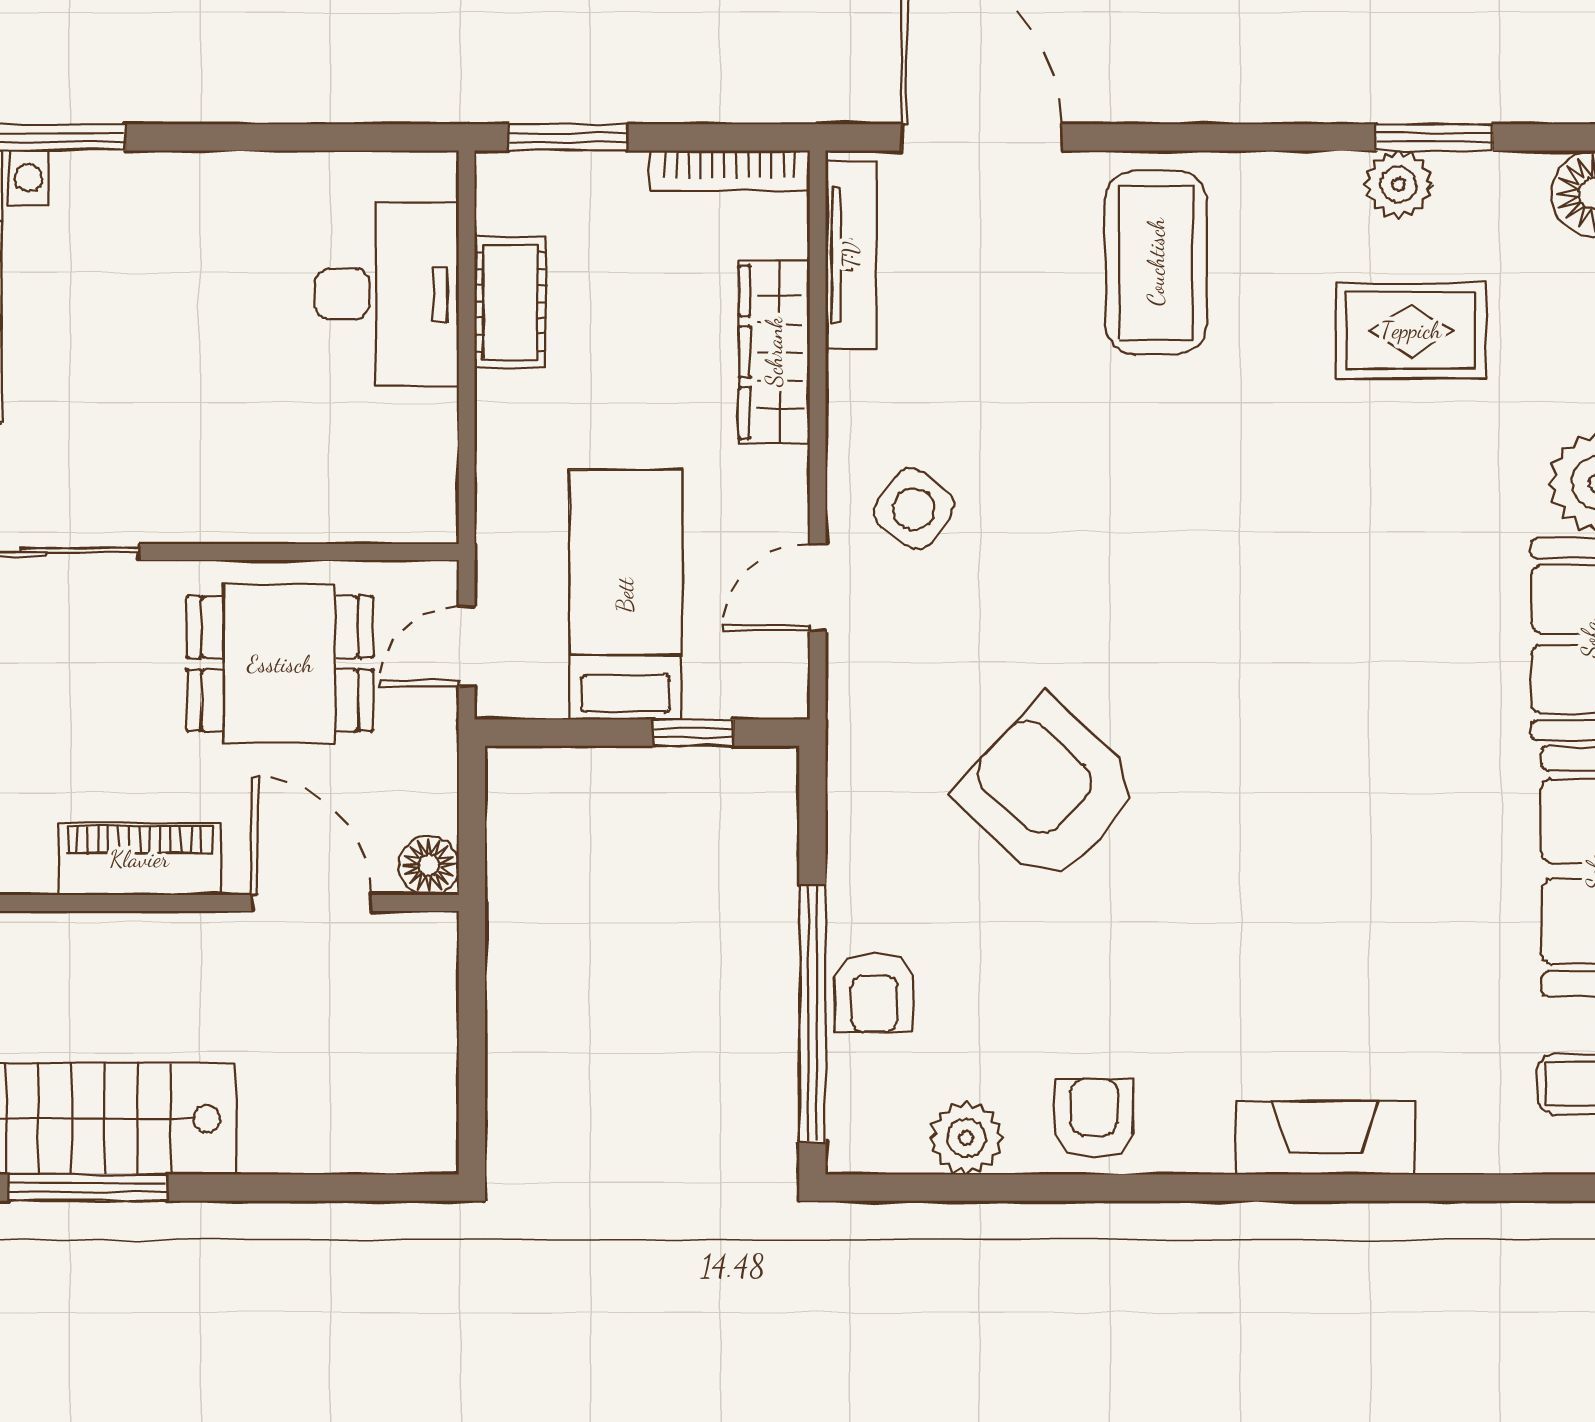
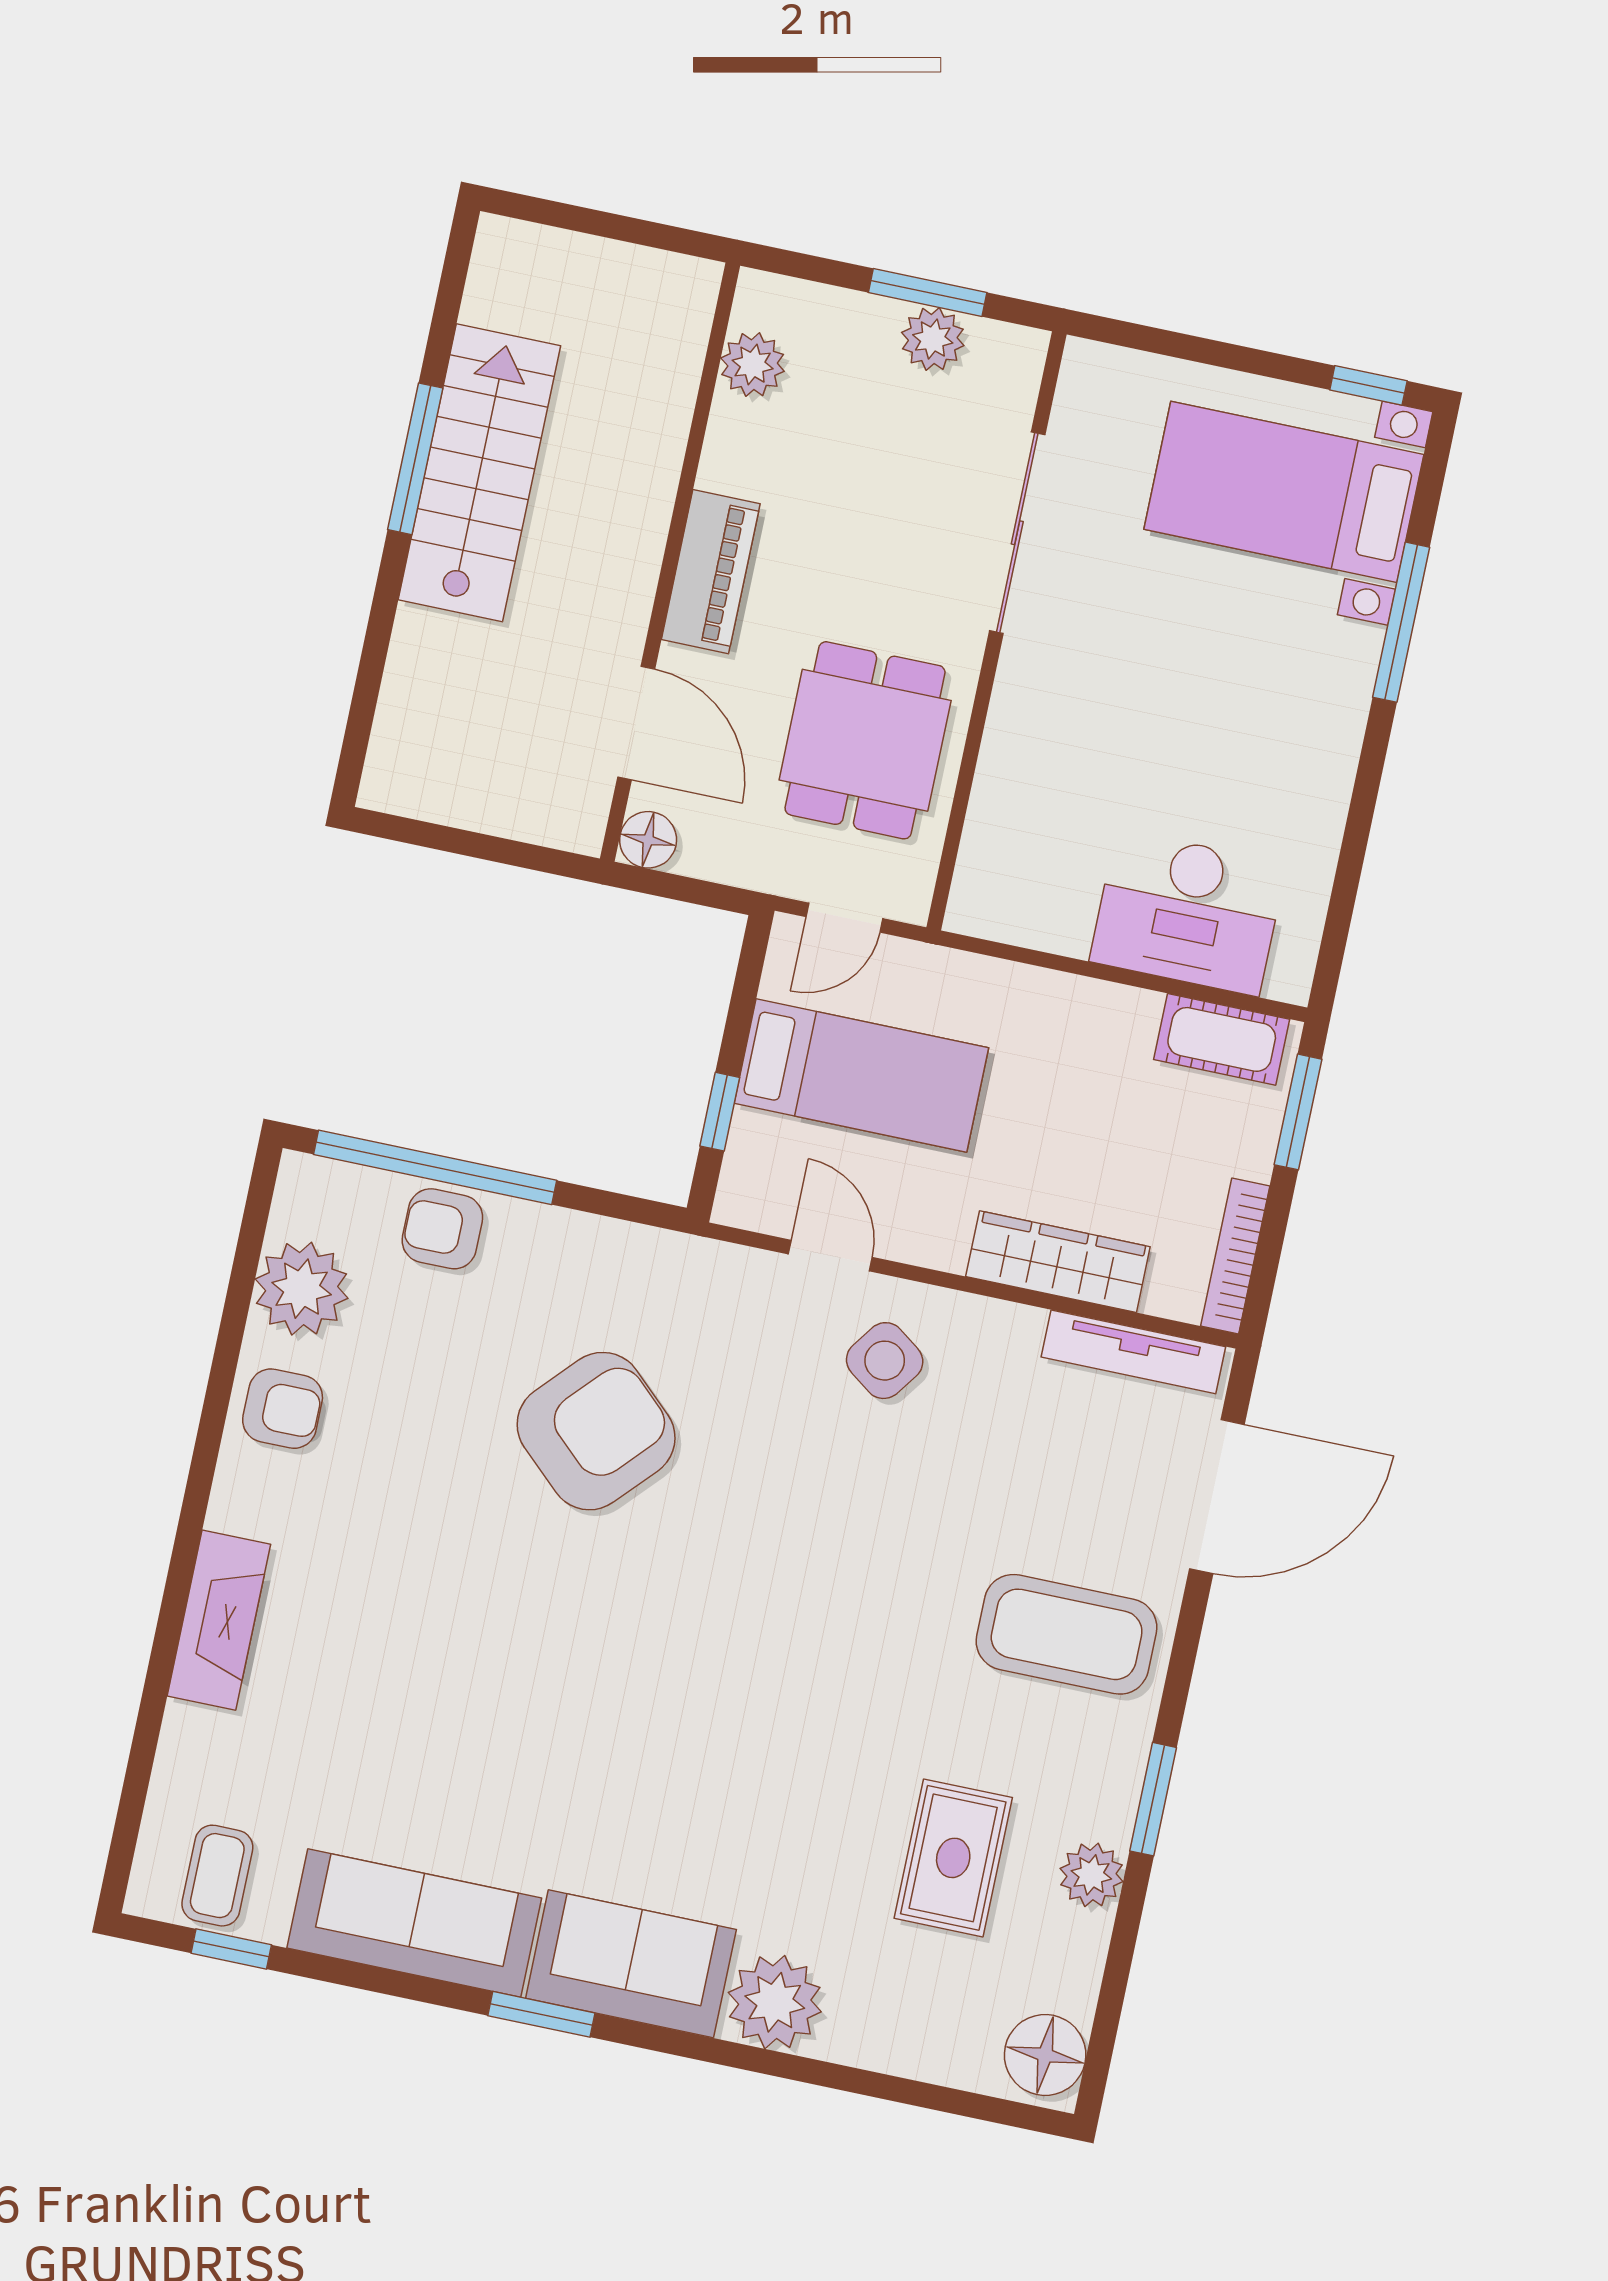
window: (1434, 137) -> (1153, 1799), moved
cot: (510, 302) -> (1222, 1039), moved
door: (467, 646) -> (844, 918), swing flipped
door: (311, 903) -> (636, 723), hinge flipped
plant: (966, 1138) -> (302, 1289), width x1.36, depth x1.36

